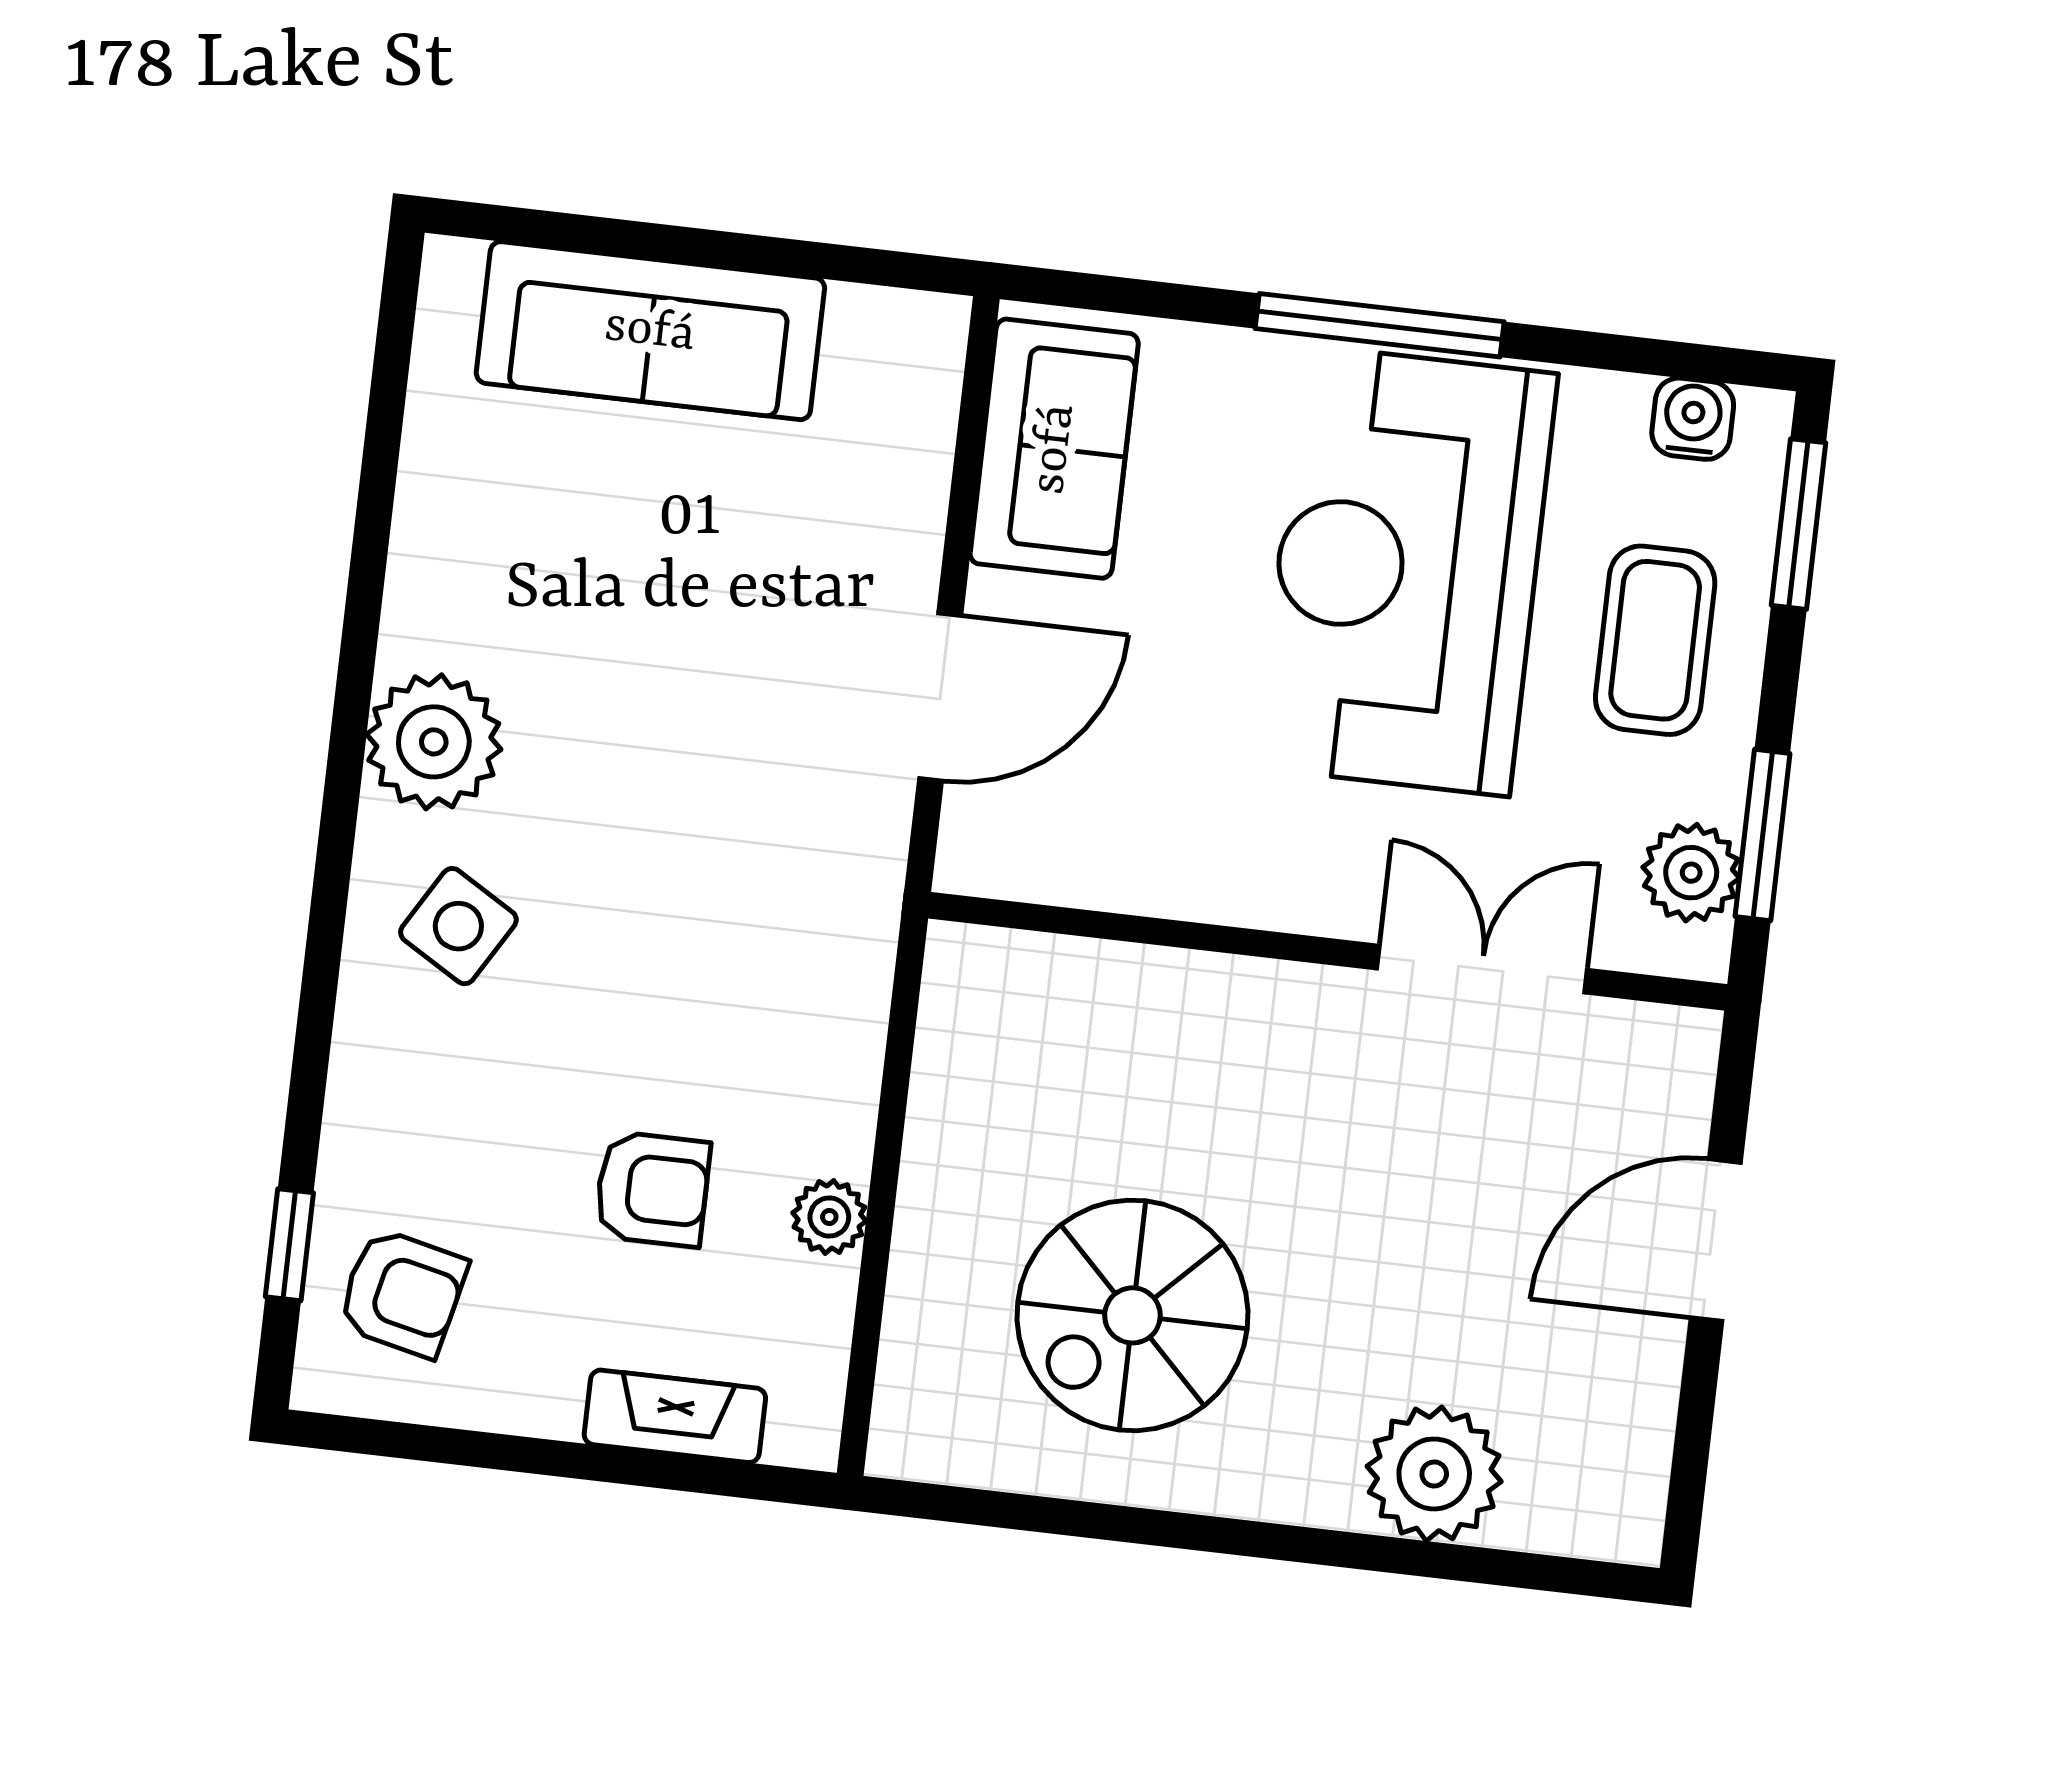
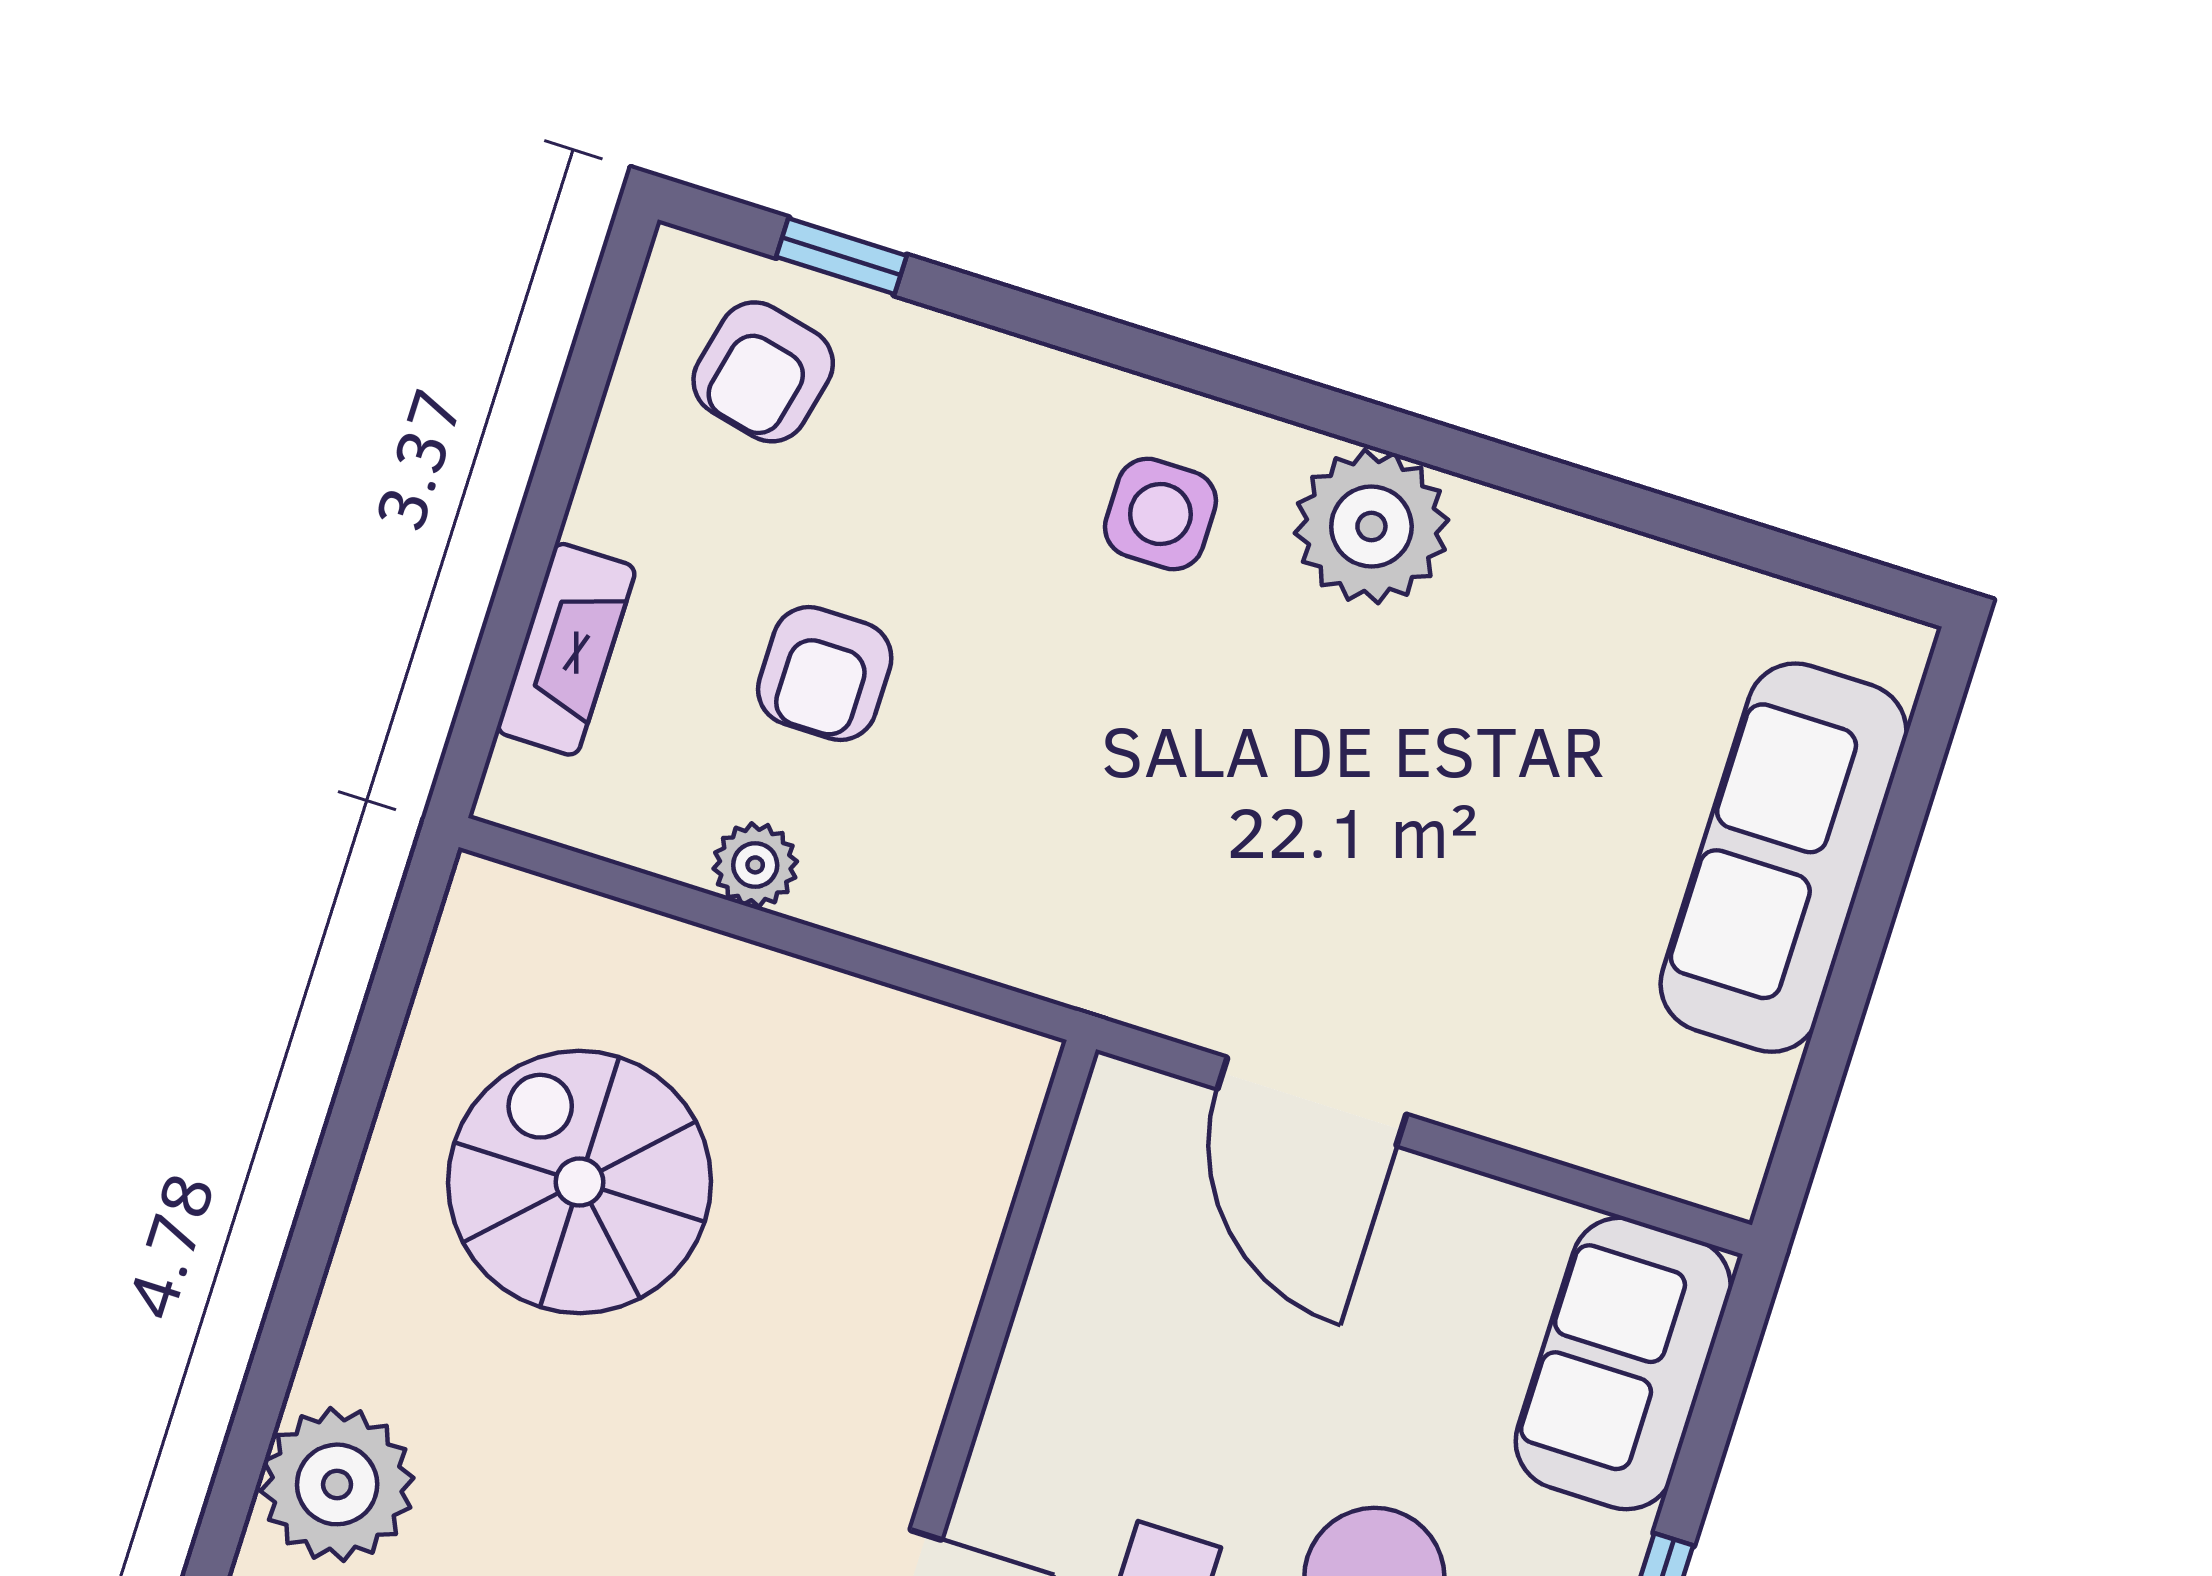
sofa: (1054, 449) -> (1623, 1364), moved, turned 90
side table: (458, 926) -> (1160, 514), turned -31

